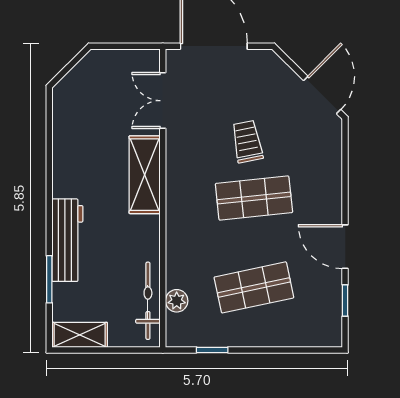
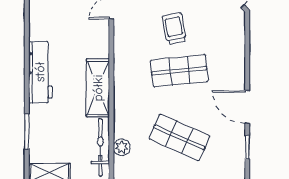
shelving: (145, 175) -> (98, 88), moved
workbench: (67, 240) -> (40, 72), moved
shop shelf: (254, 287) -> (179, 137), turned 36

